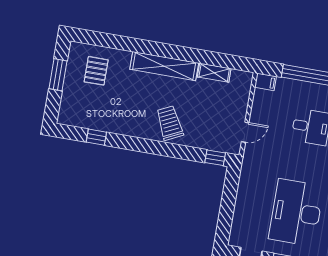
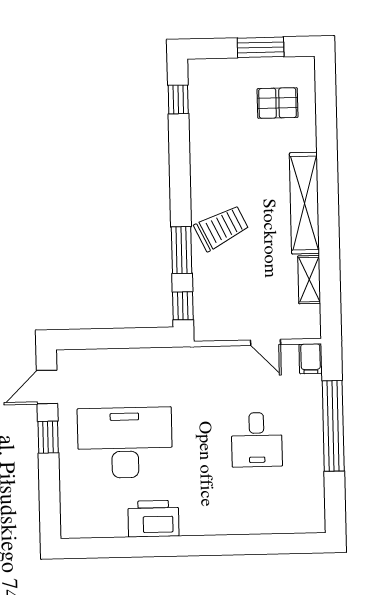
door: (245, 132) -> (265, 342), moved
window: (96, 137) -> (178, 99), moved
window: (179, 151) -> (182, 250), added

